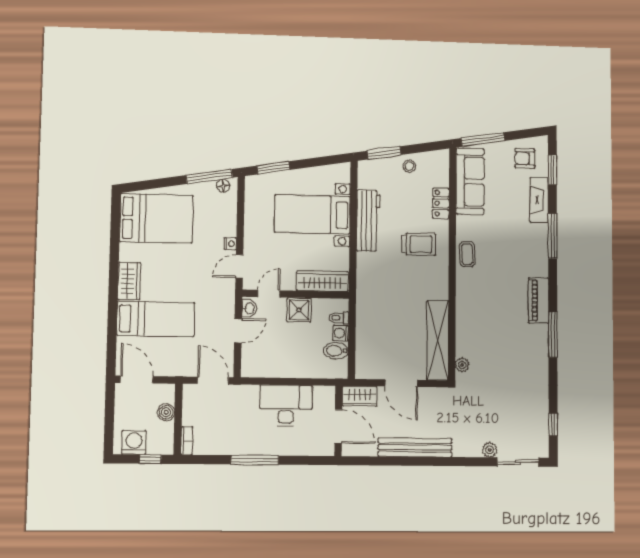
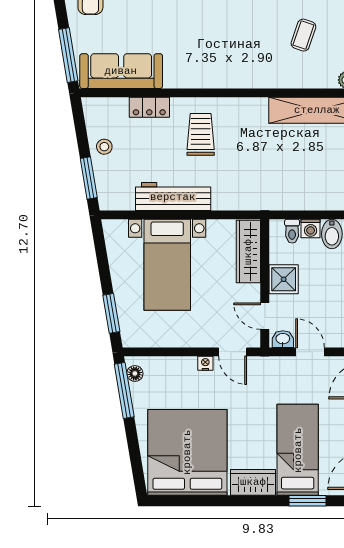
bed: (156, 218) -> (187, 452), width x1.36
coffee table: (467, 254) -> (303, 35), moved, turned -68
window: (112, 327) -> (308, 501), added

